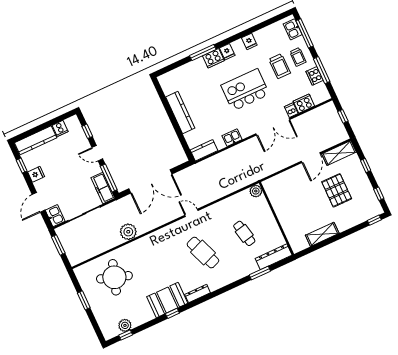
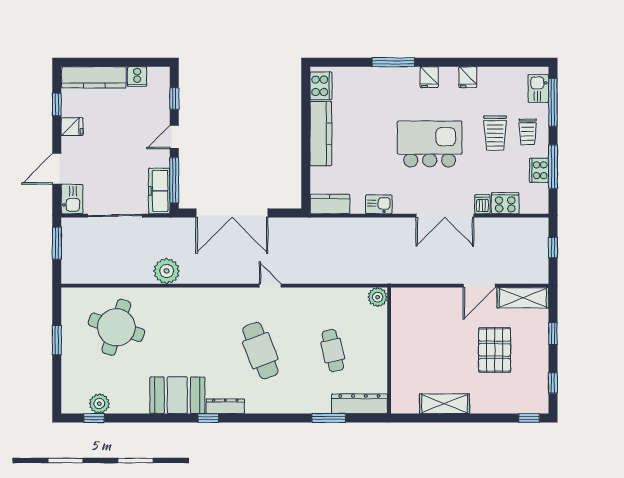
cooker: (213, 58) -> (321, 86), moved, turned -90
door: (97, 153) -> (174, 137), hinge flipped
window: (172, 313) -> (208, 418), moved

